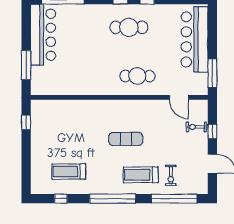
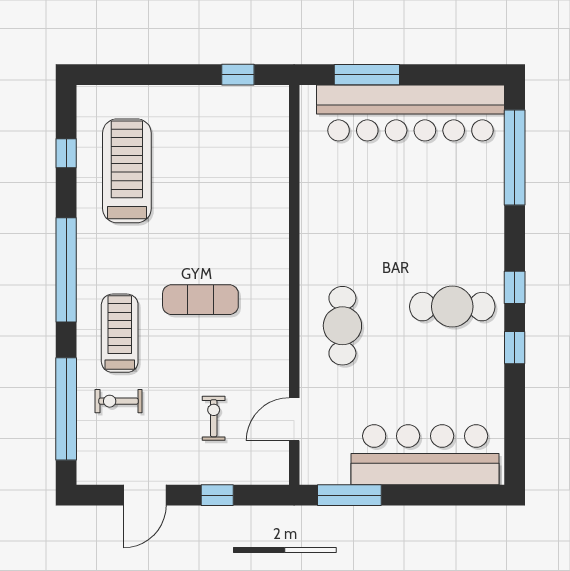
cafe table: (129, 27) -> (452, 307), turned 90
bar counter: (43, 35) -> (410, 113), width x1.36
exercise bike: (196, 127) -> (214, 418), moved
exercise mat: (126, 139) -> (200, 300), turned 90
treadmill: (69, 172) -> (127, 171), width x1.37, depth x1.38

